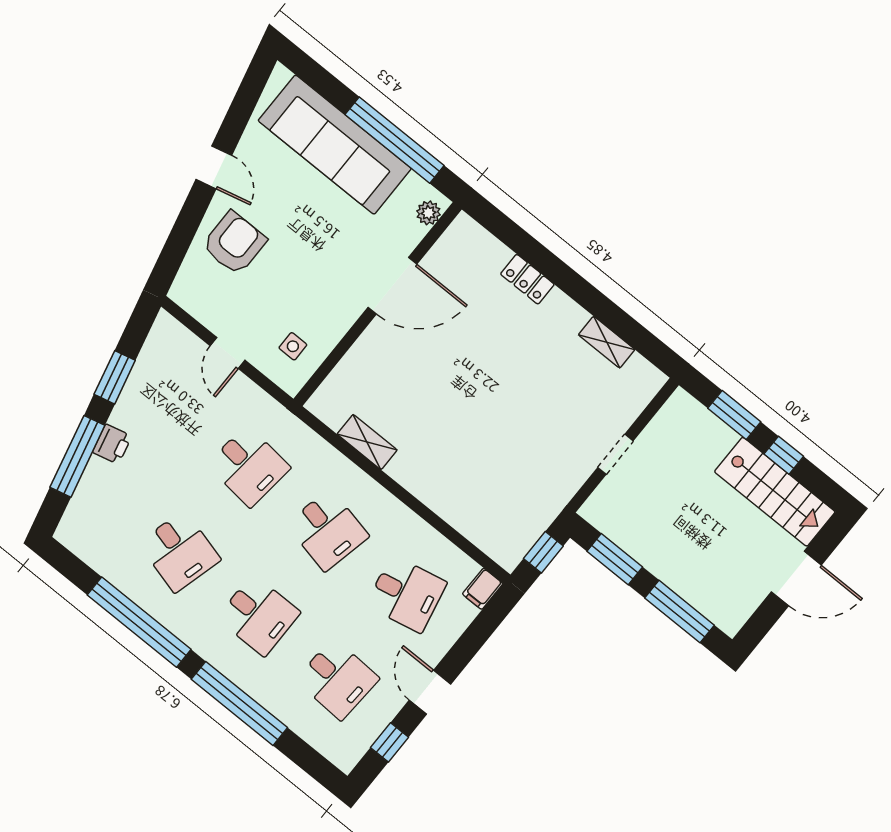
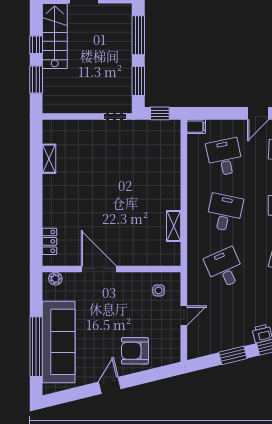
window: (395, 140) -> (36, 347), moved
locker: (527, 279) -> (49, 241), moved
doorway: (615, 454) -> (115, 117), moved
desk: (249, 466) -> (225, 268), turned -30

